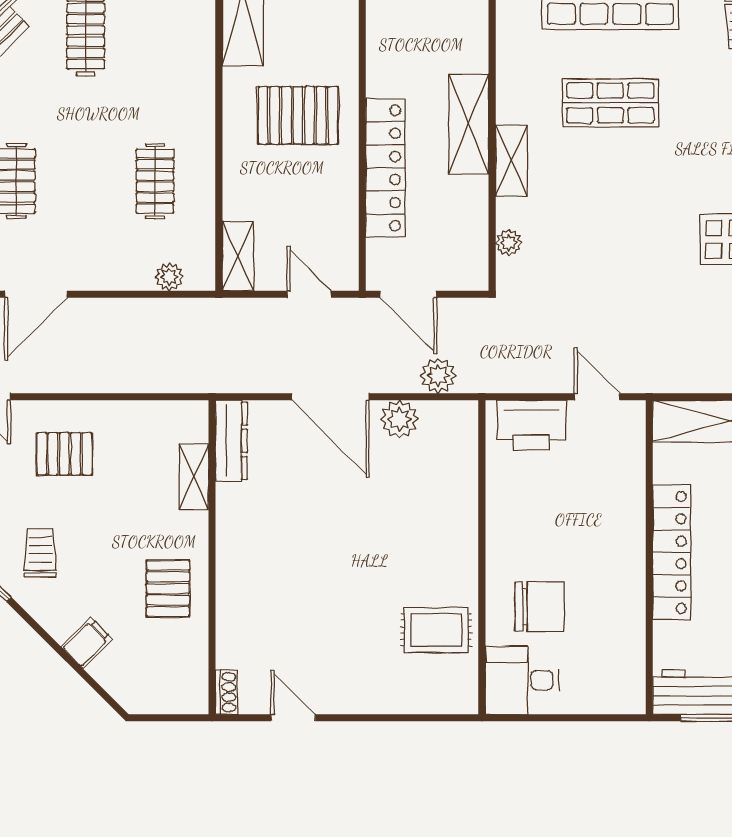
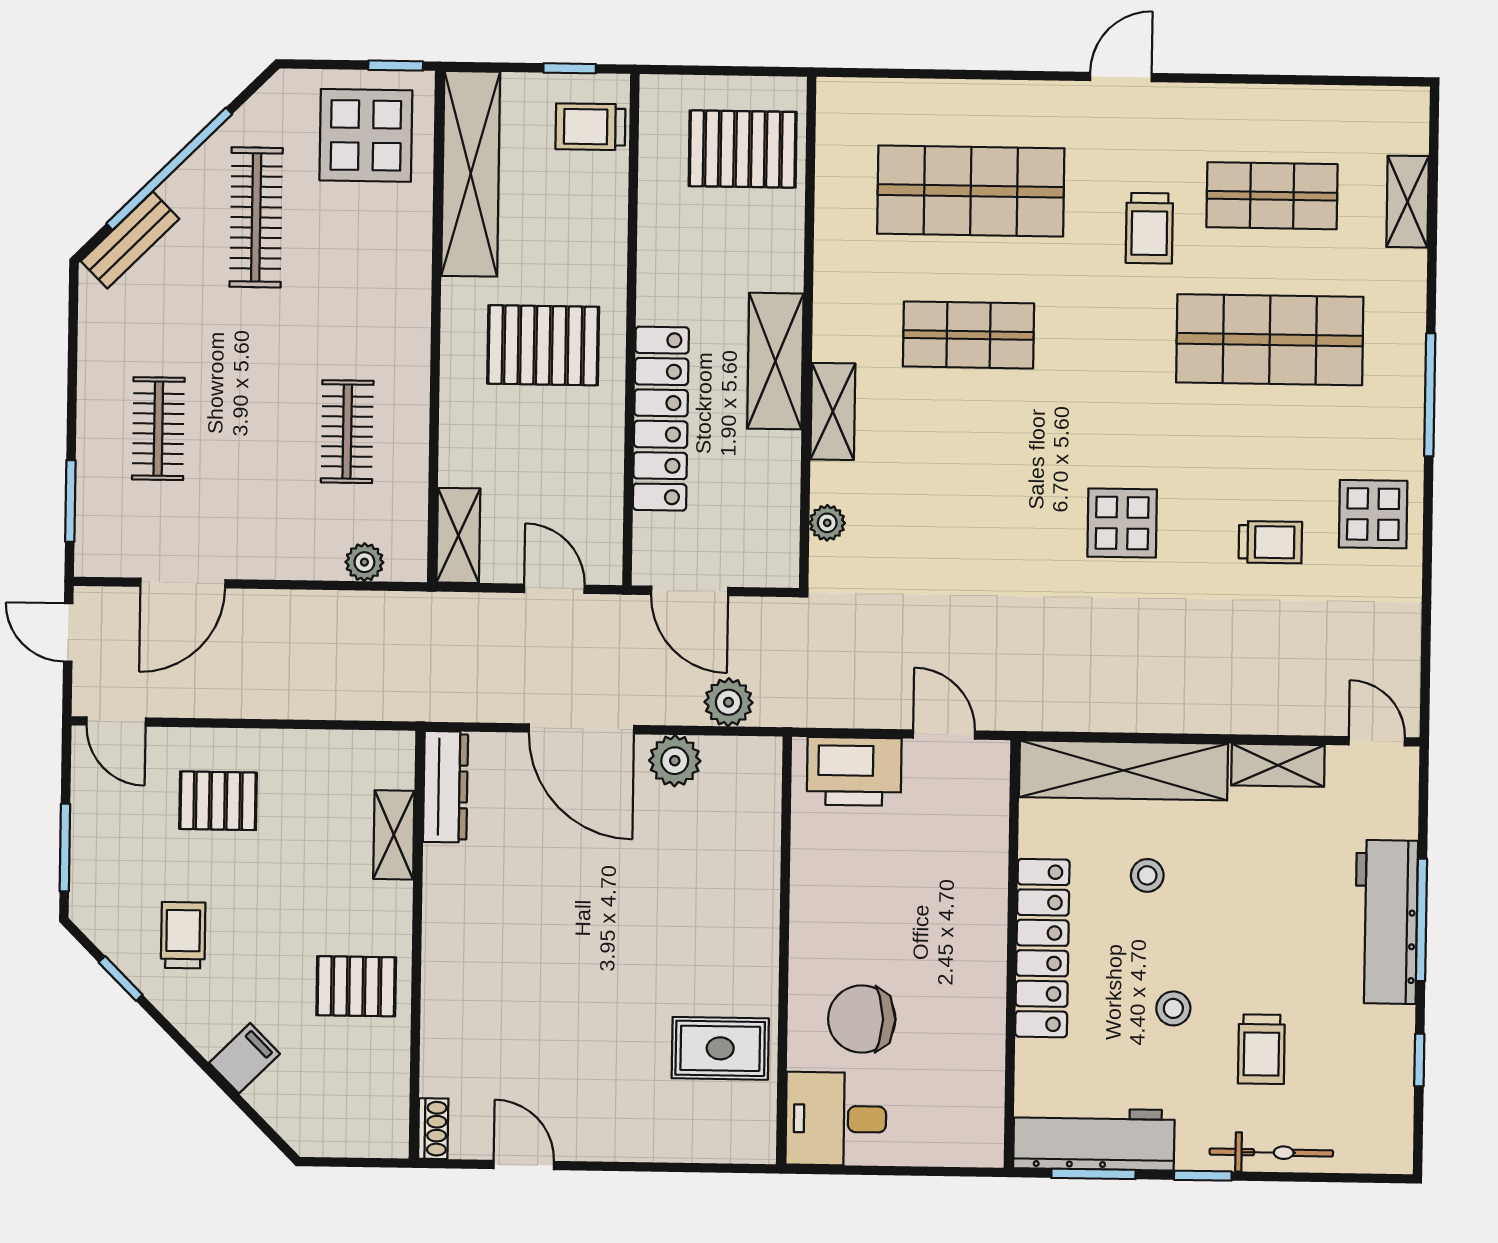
pallet: (168, 588) -> (356, 986), turned 90
chair: (540, 607) -> (862, 1019), turned 180

